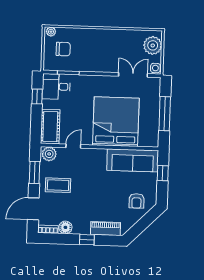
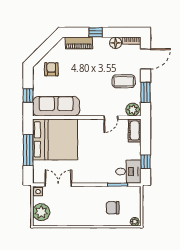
chair: (63, 49) -> (113, 208), moved
double door: (133, 75) -> (58, 185), swing flipped
bed: (116, 122) -> (55, 139), moved, turned -90
cot: (50, 127) -> (135, 130), width x0.73, depth x0.75

